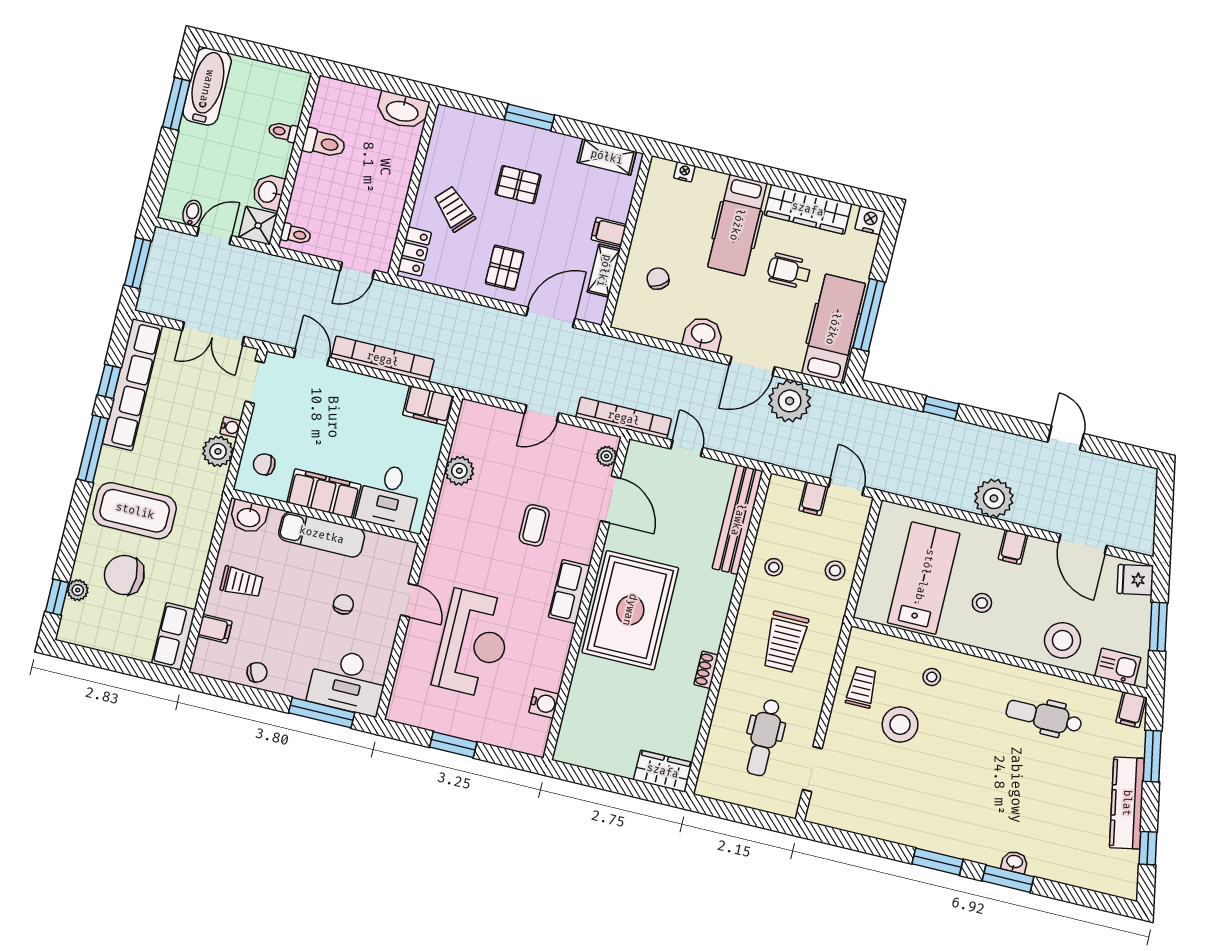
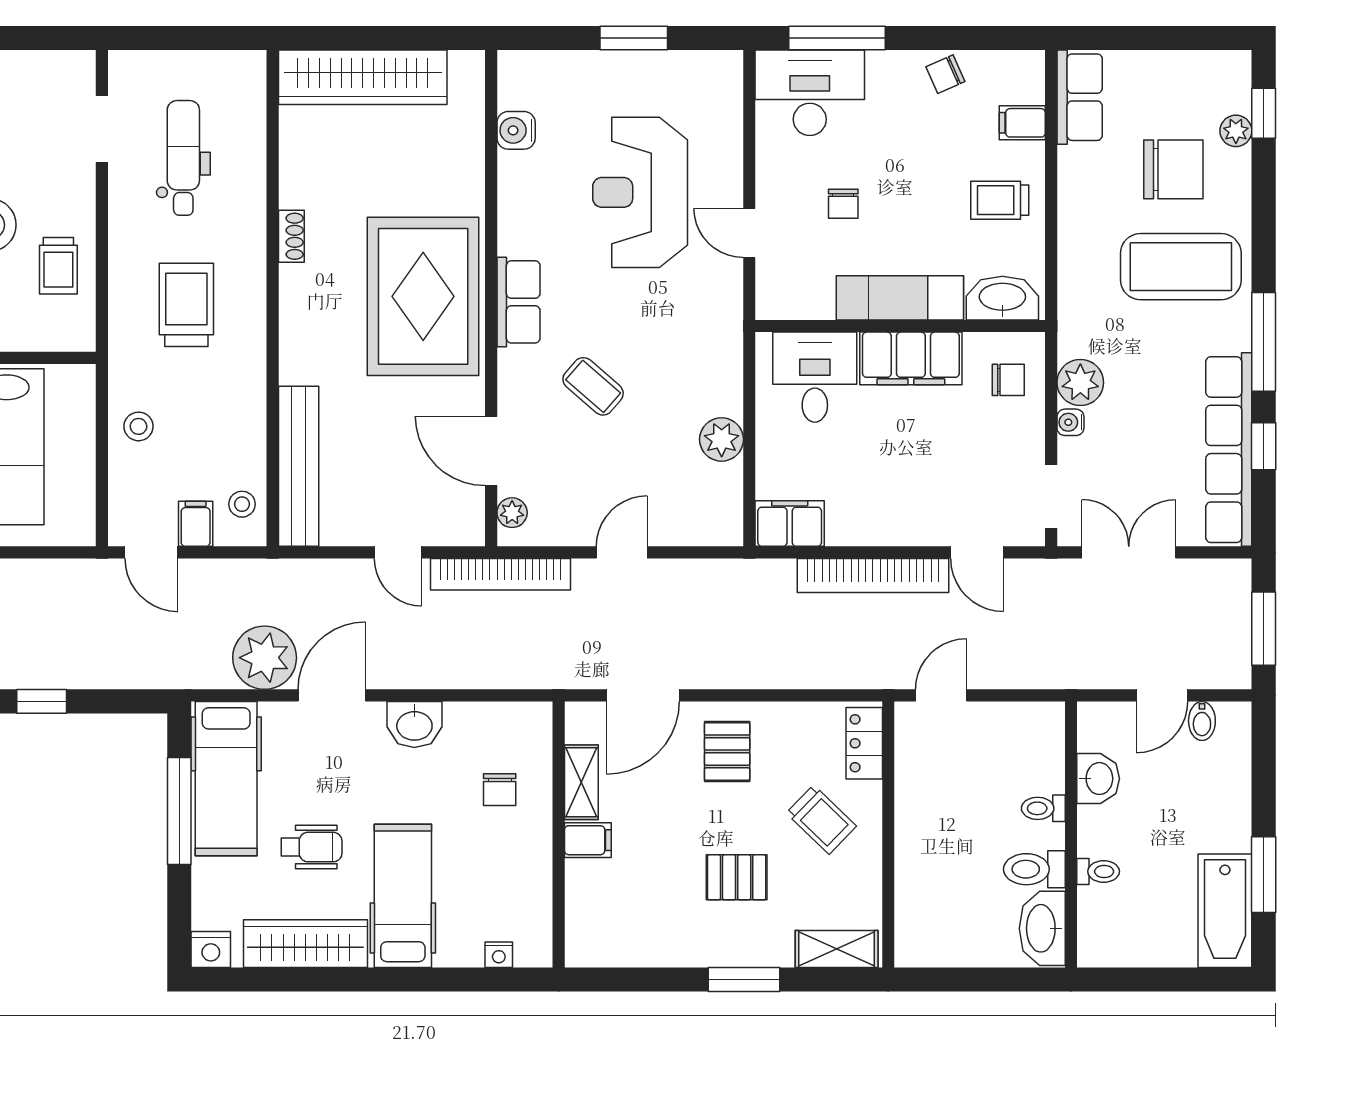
washbasin: (402, 110) -> (1042, 928), moved, turned -90
shelving: (607, 157) -> (837, 949), moved
shower: (258, 226) -> (1101, 726), removed
toilet: (296, 234) -> (1043, 808), moved
chair: (658, 279) -> (500, 790), turned 31
washbasin: (249, 517) -> (1002, 298), width x1.38
coffee table: (534, 525) -> (593, 386), turned -49
stool: (774, 567) -> (242, 504), moved
wardrobe: (663, 771) -> (363, 77), width x2.10, depth x1.17

